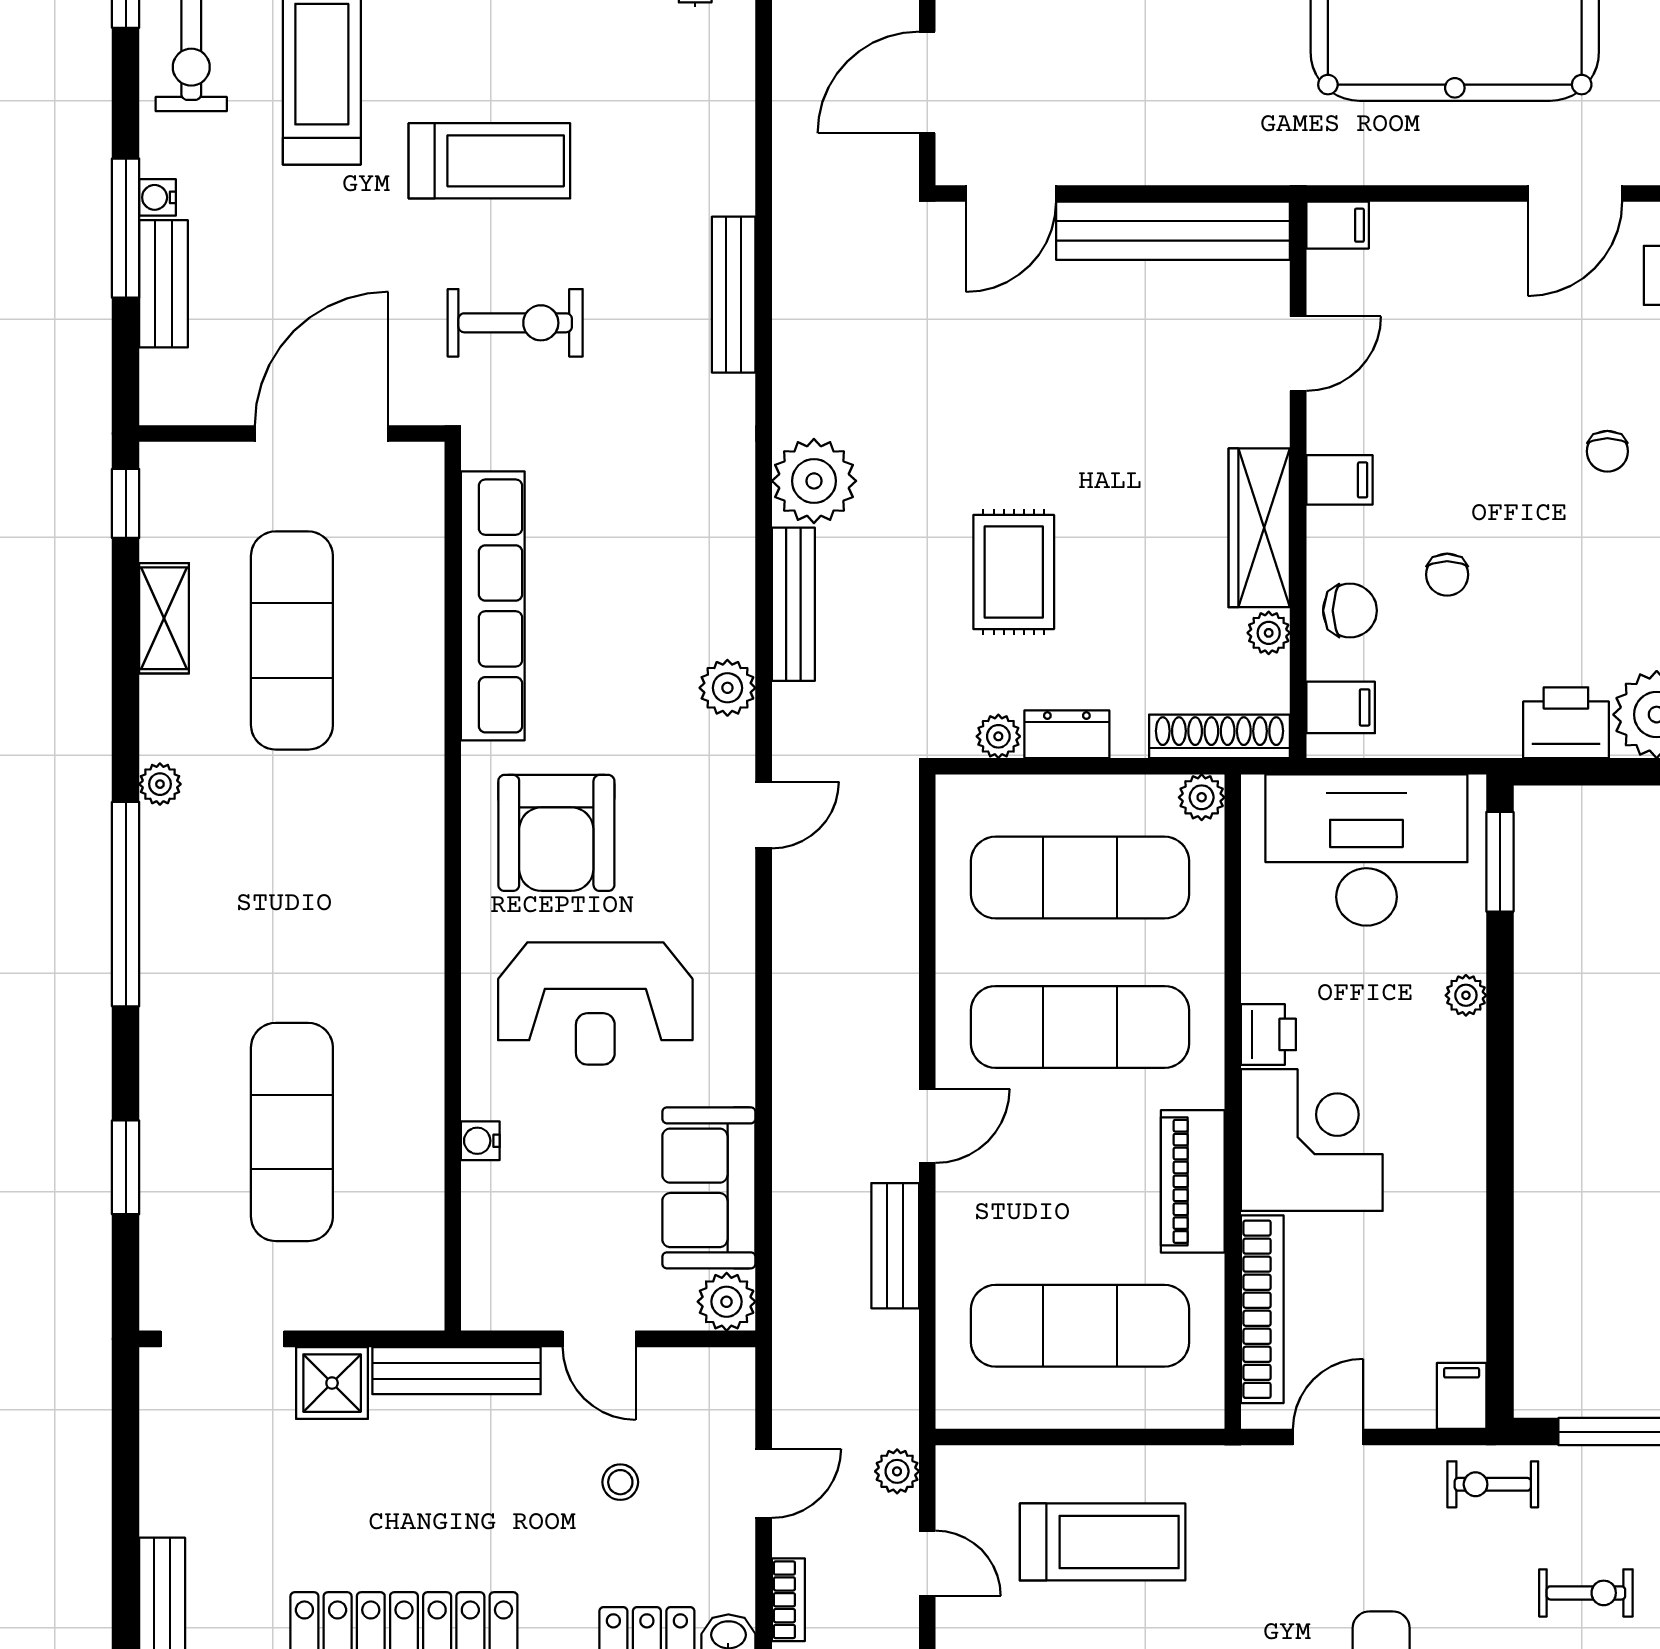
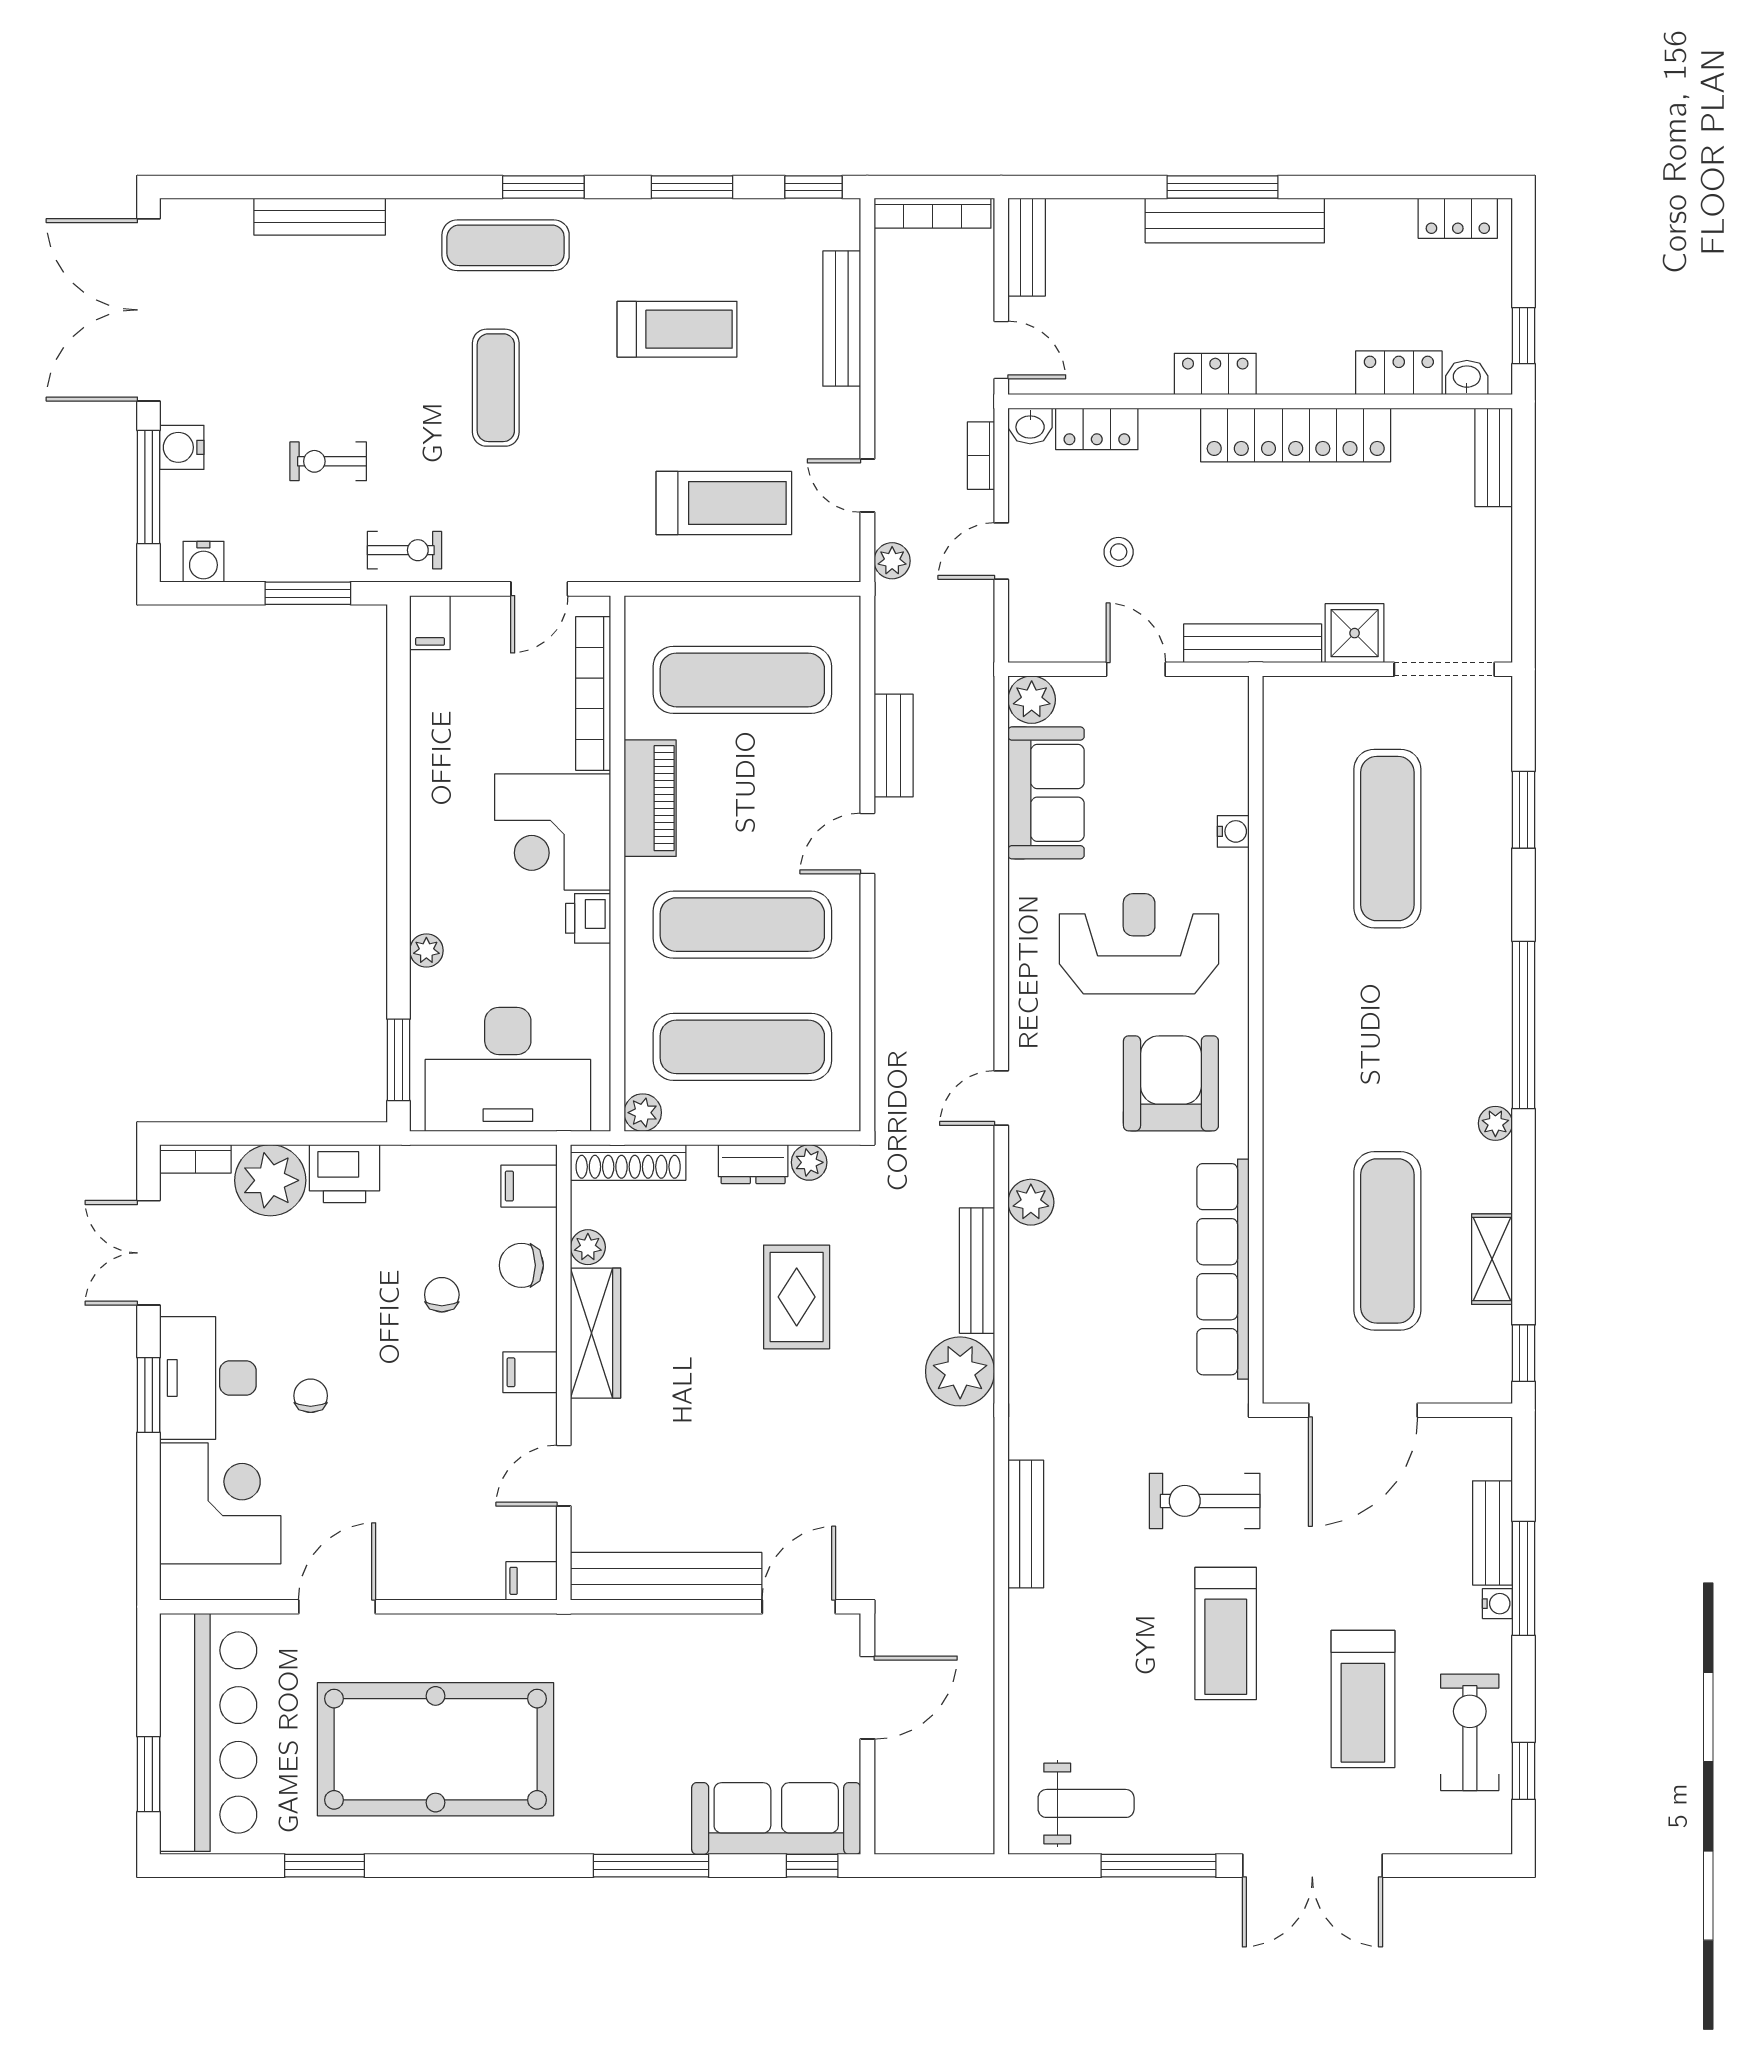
treadmill: (489, 161) -> (1226, 1634), turned -90
treadmill: (1103, 1542) -> (724, 503), turned 180

